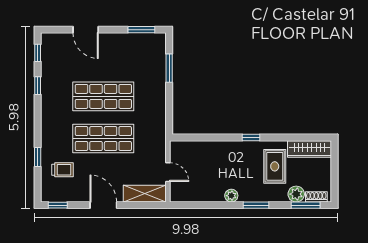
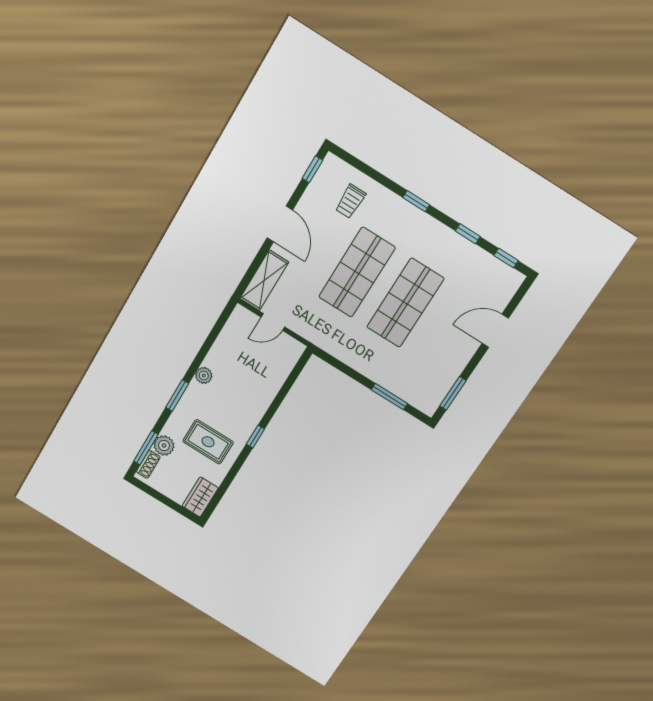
wardrobe: (310, 149) -> (200, 497), width x0.67
window: (38, 157) -> (416, 201), moved
door: (103, 205) -> (280, 224), hinge flipped

